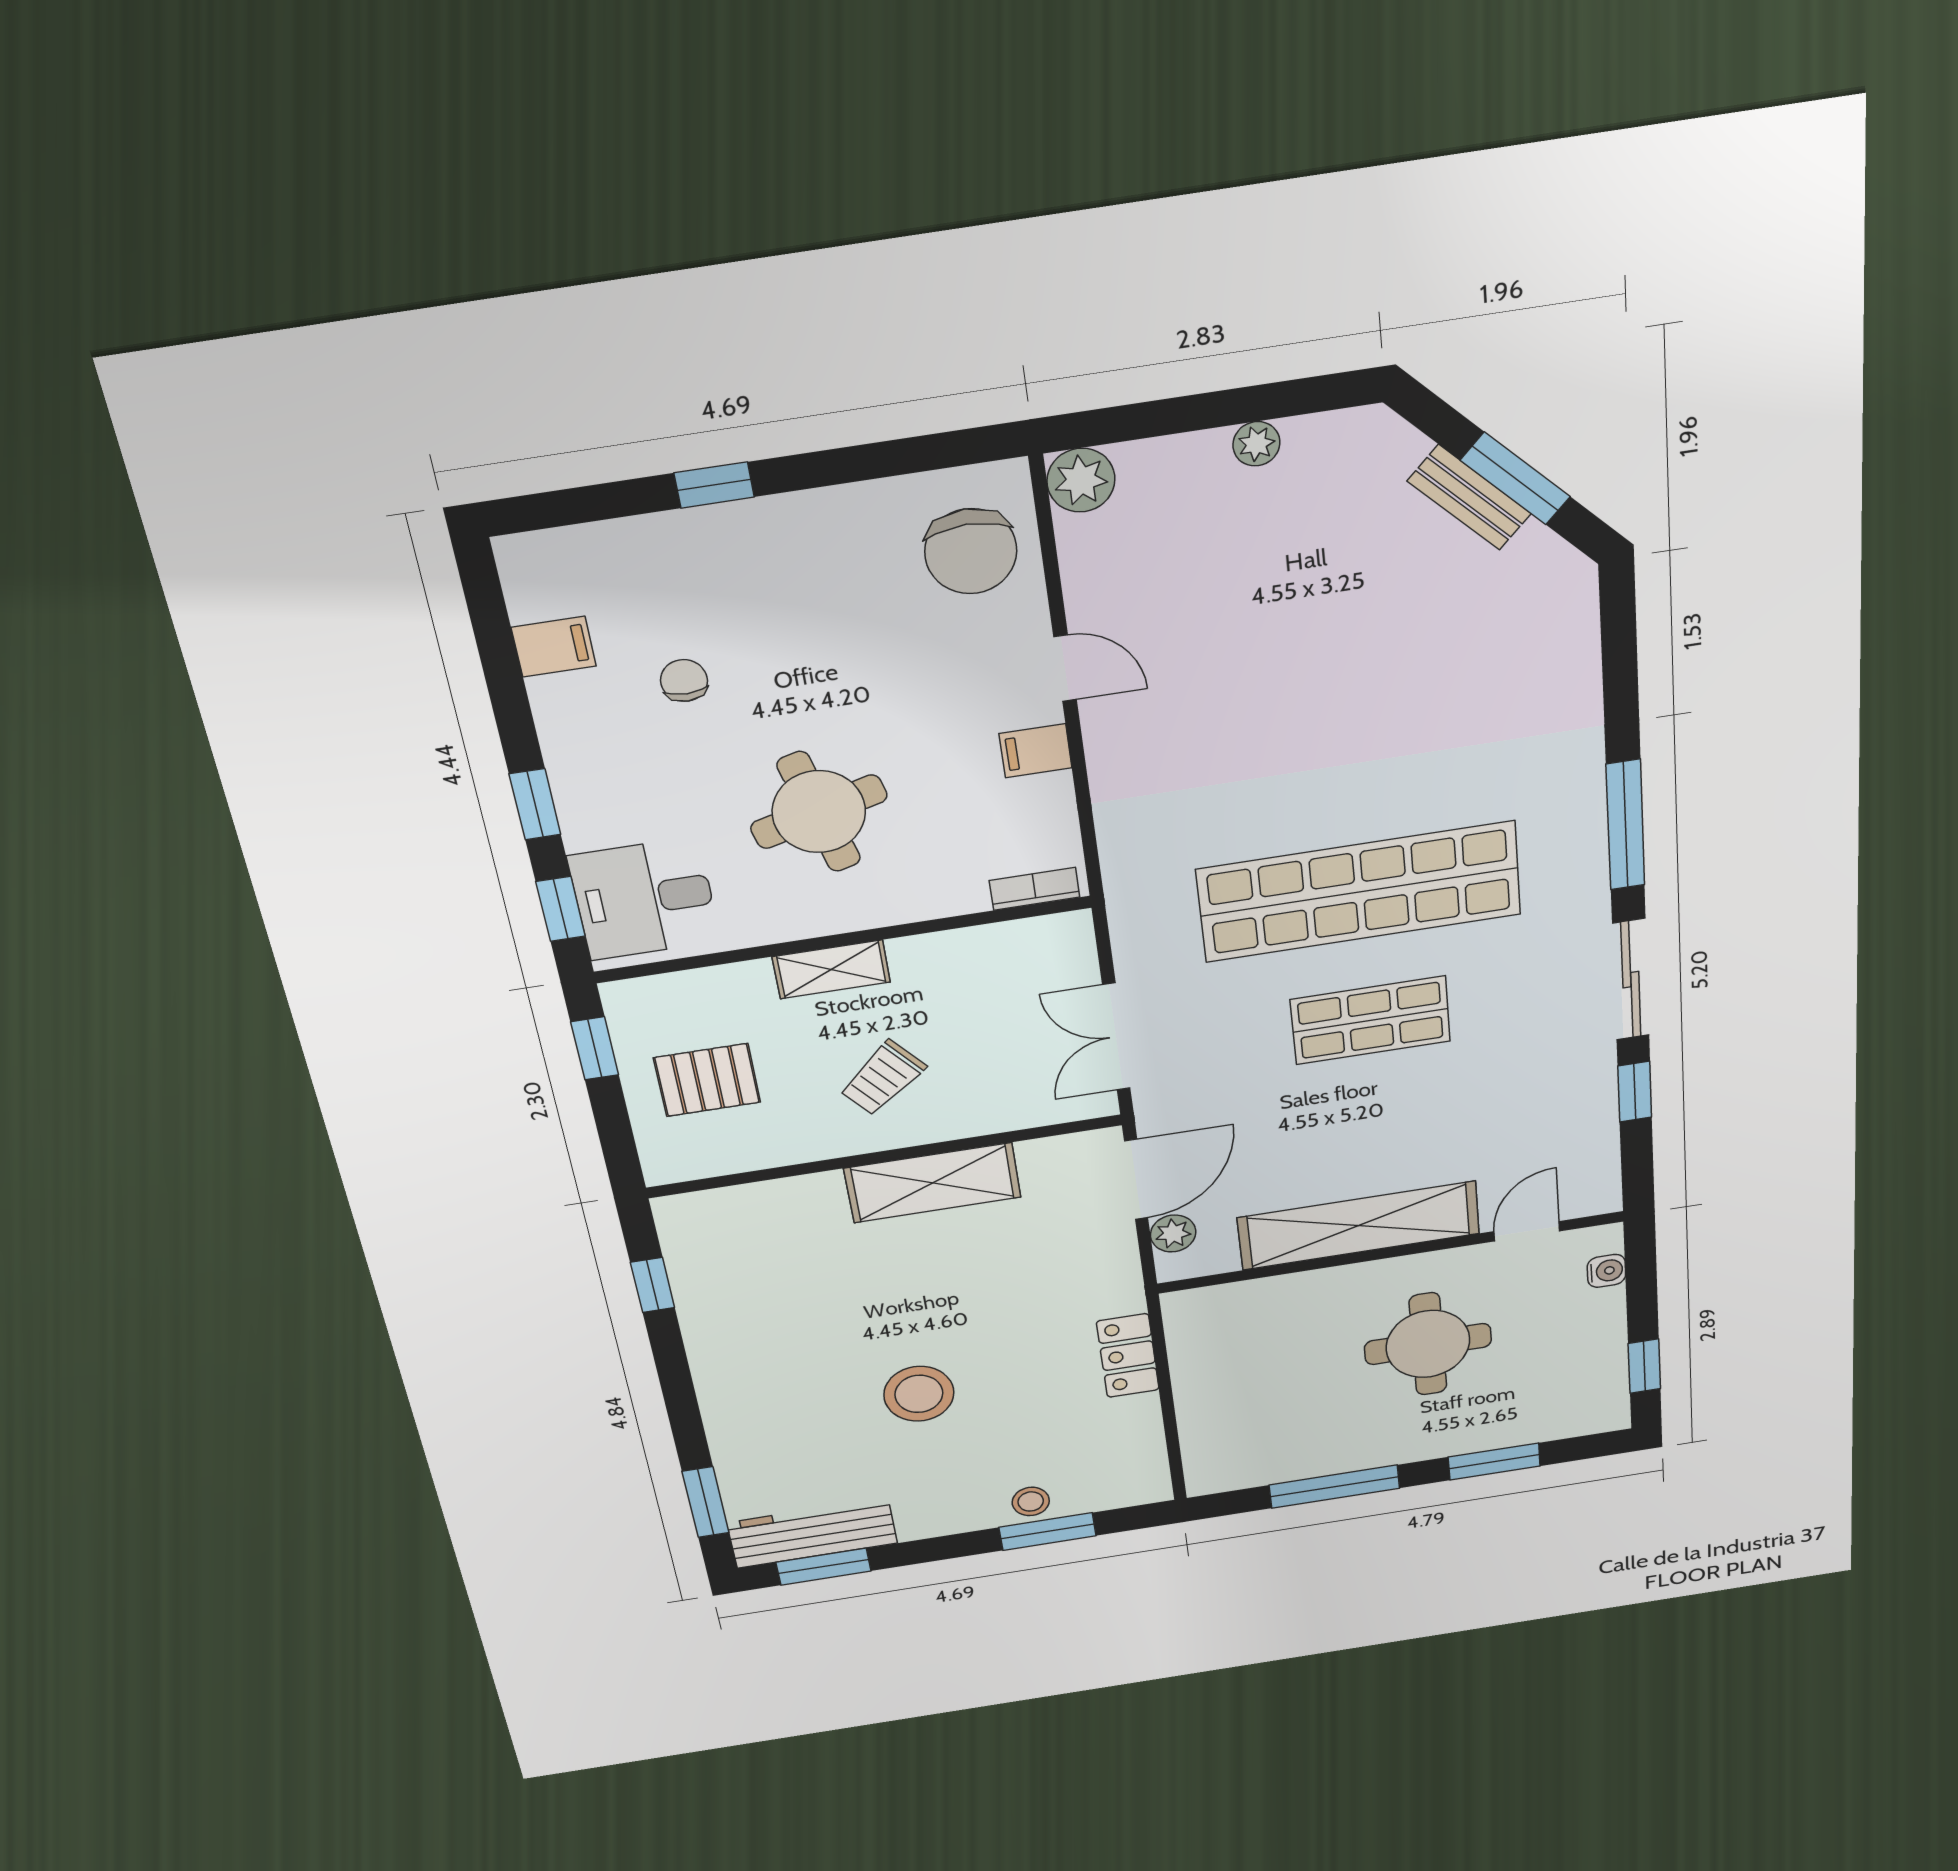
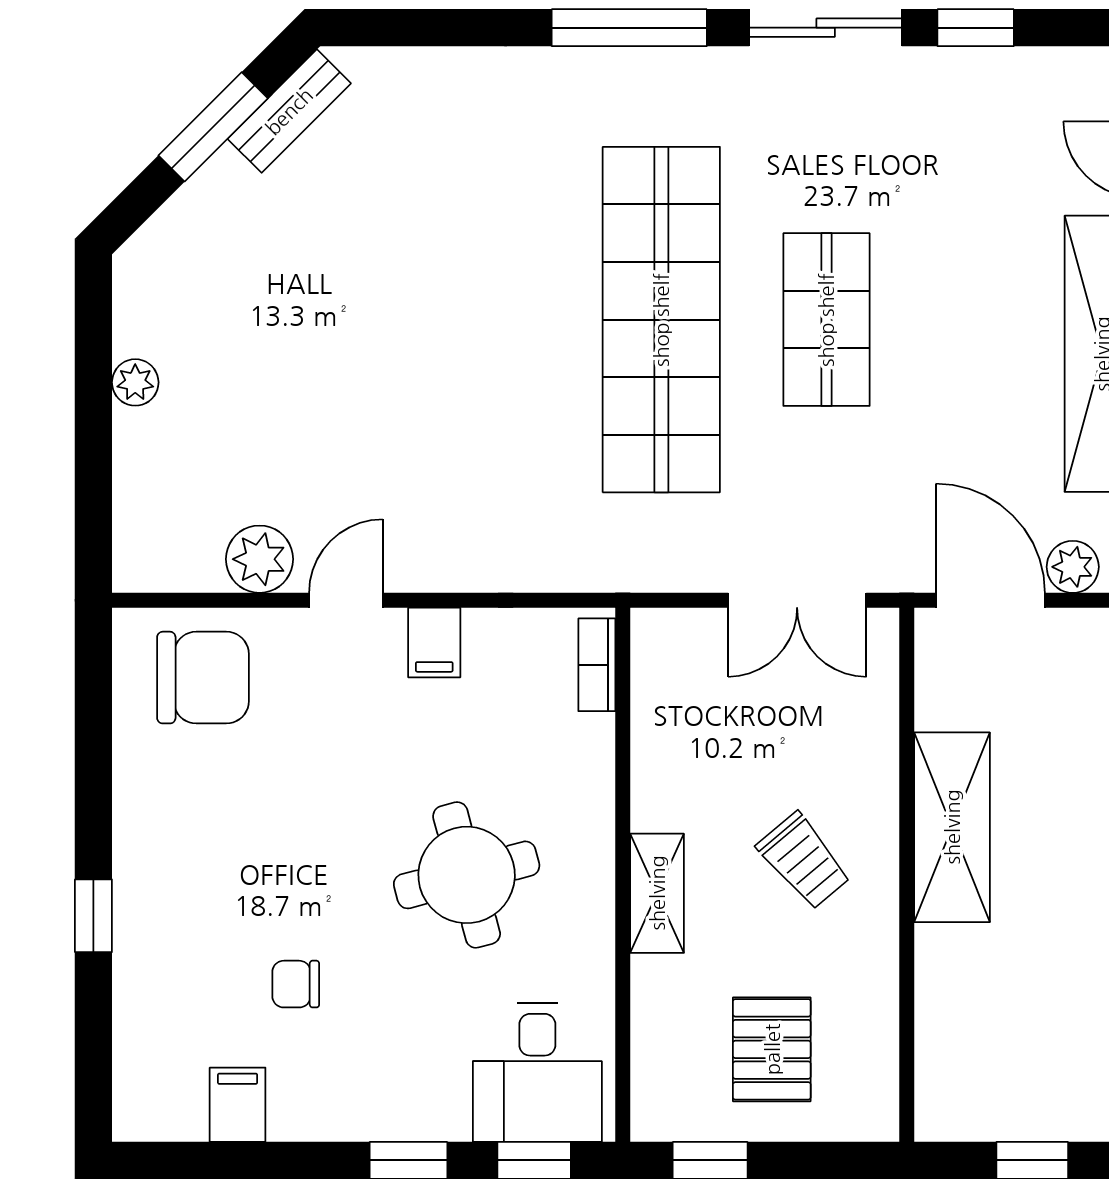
plant: (1081, 480) -> (260, 559), moved
bench: (1469, 497) -> (289, 111), moved

